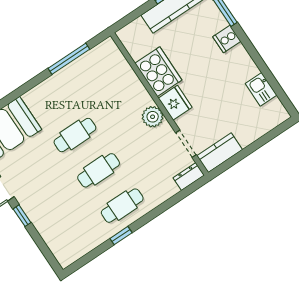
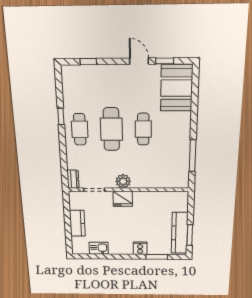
cooker: (158, 72) -> (148, 201), removed
kitchen counter: (220, 153) -> (77, 223), moved
cafe table: (99, 170) -> (111, 129), width x1.37, depth x1.35
window: (22, 216) -> (88, 62), moved

